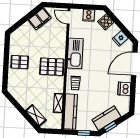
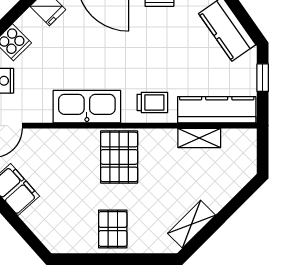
shelving: (36, 115) -> (192, 224), moved
window: (110, 127) -> (245, 20), removed

